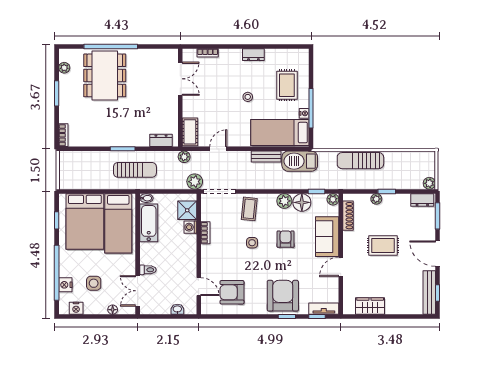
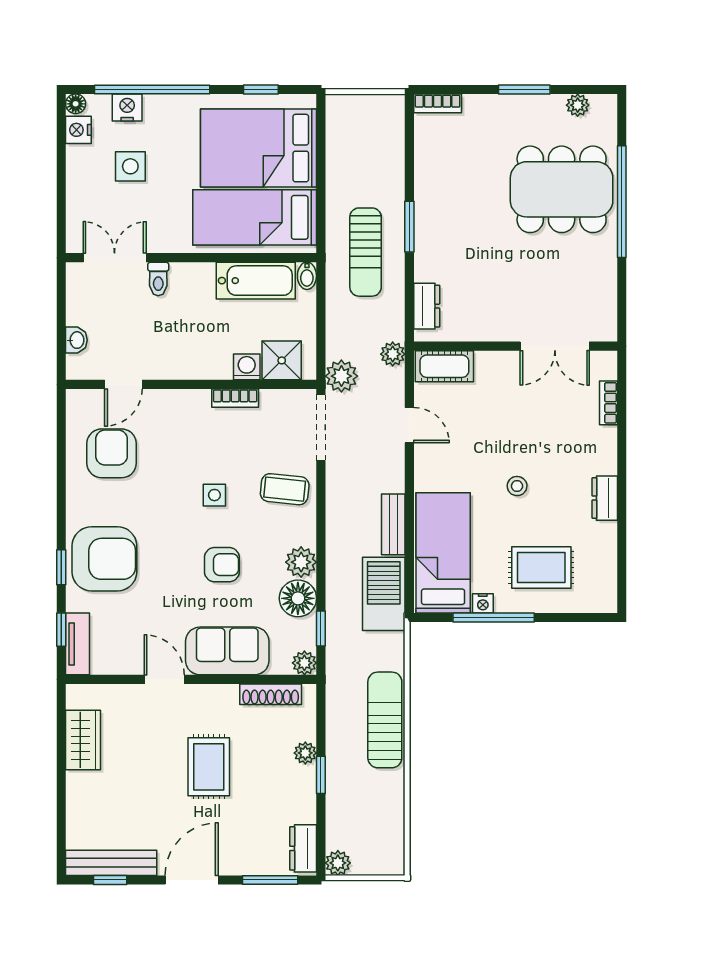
floor lamp: (113, 310) -> (76, 104), moved

